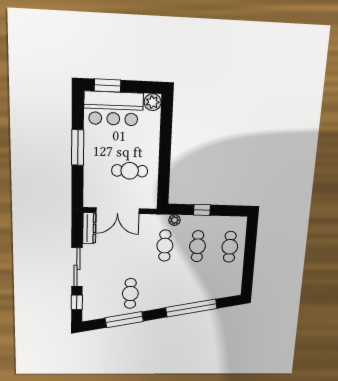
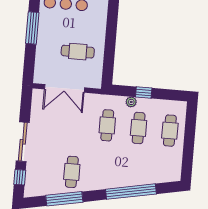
plant: (174, 220) -> (131, 102), moved
dresser: (89, 228) -> (37, 104), removed

